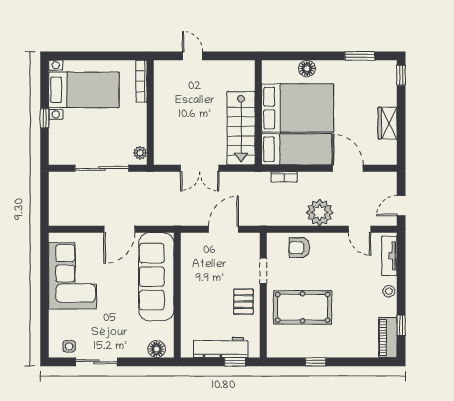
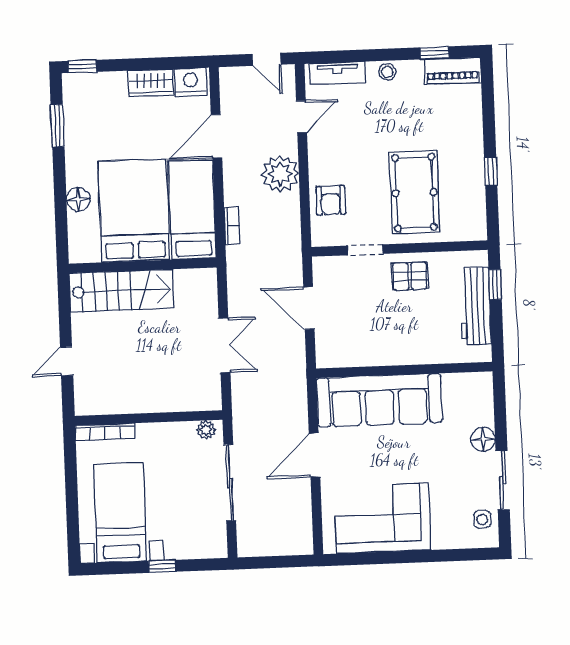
stairs: (241, 128) -> (122, 291), moved
nightstand: (387, 152) -> (191, 82), added
door: (119, 229) -> (315, 455), swing flipped
floor lamp: (157, 349) -> (483, 439), moved

